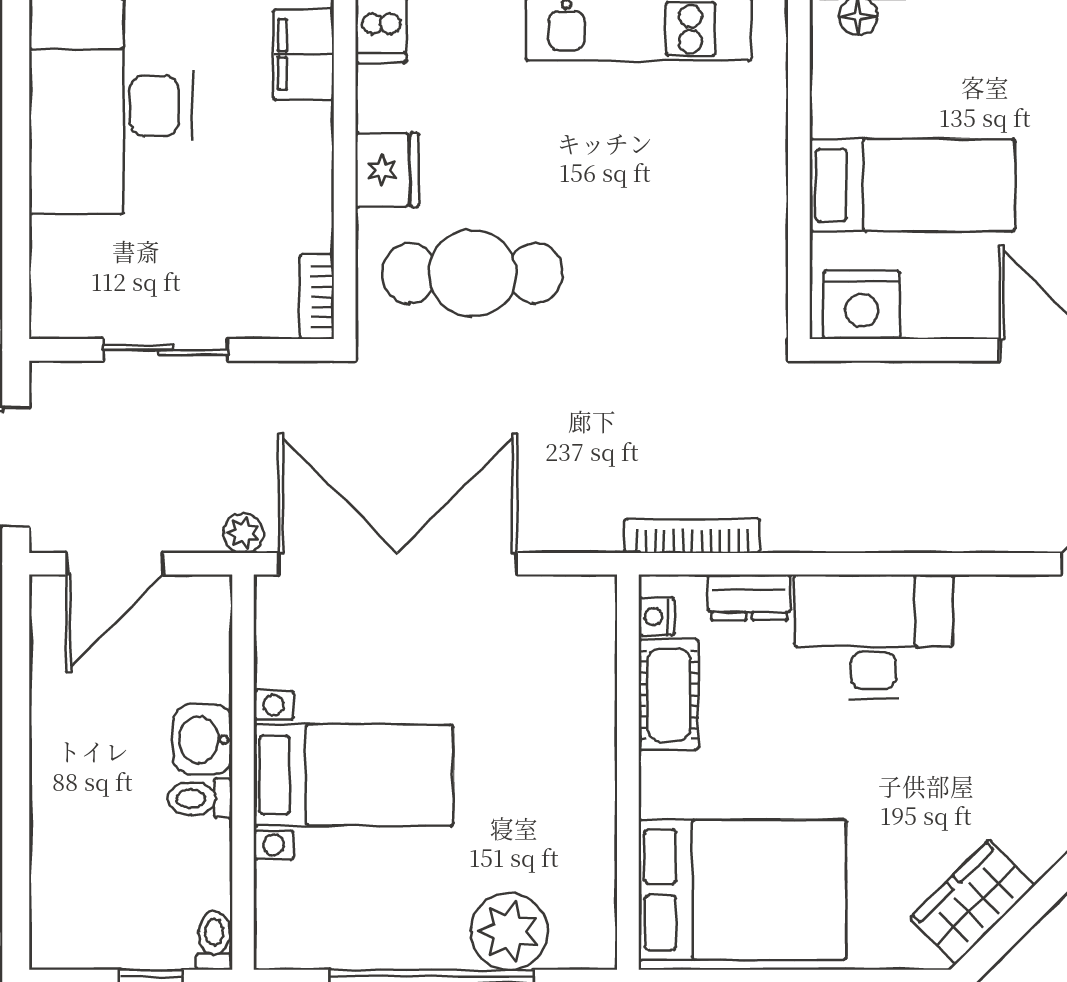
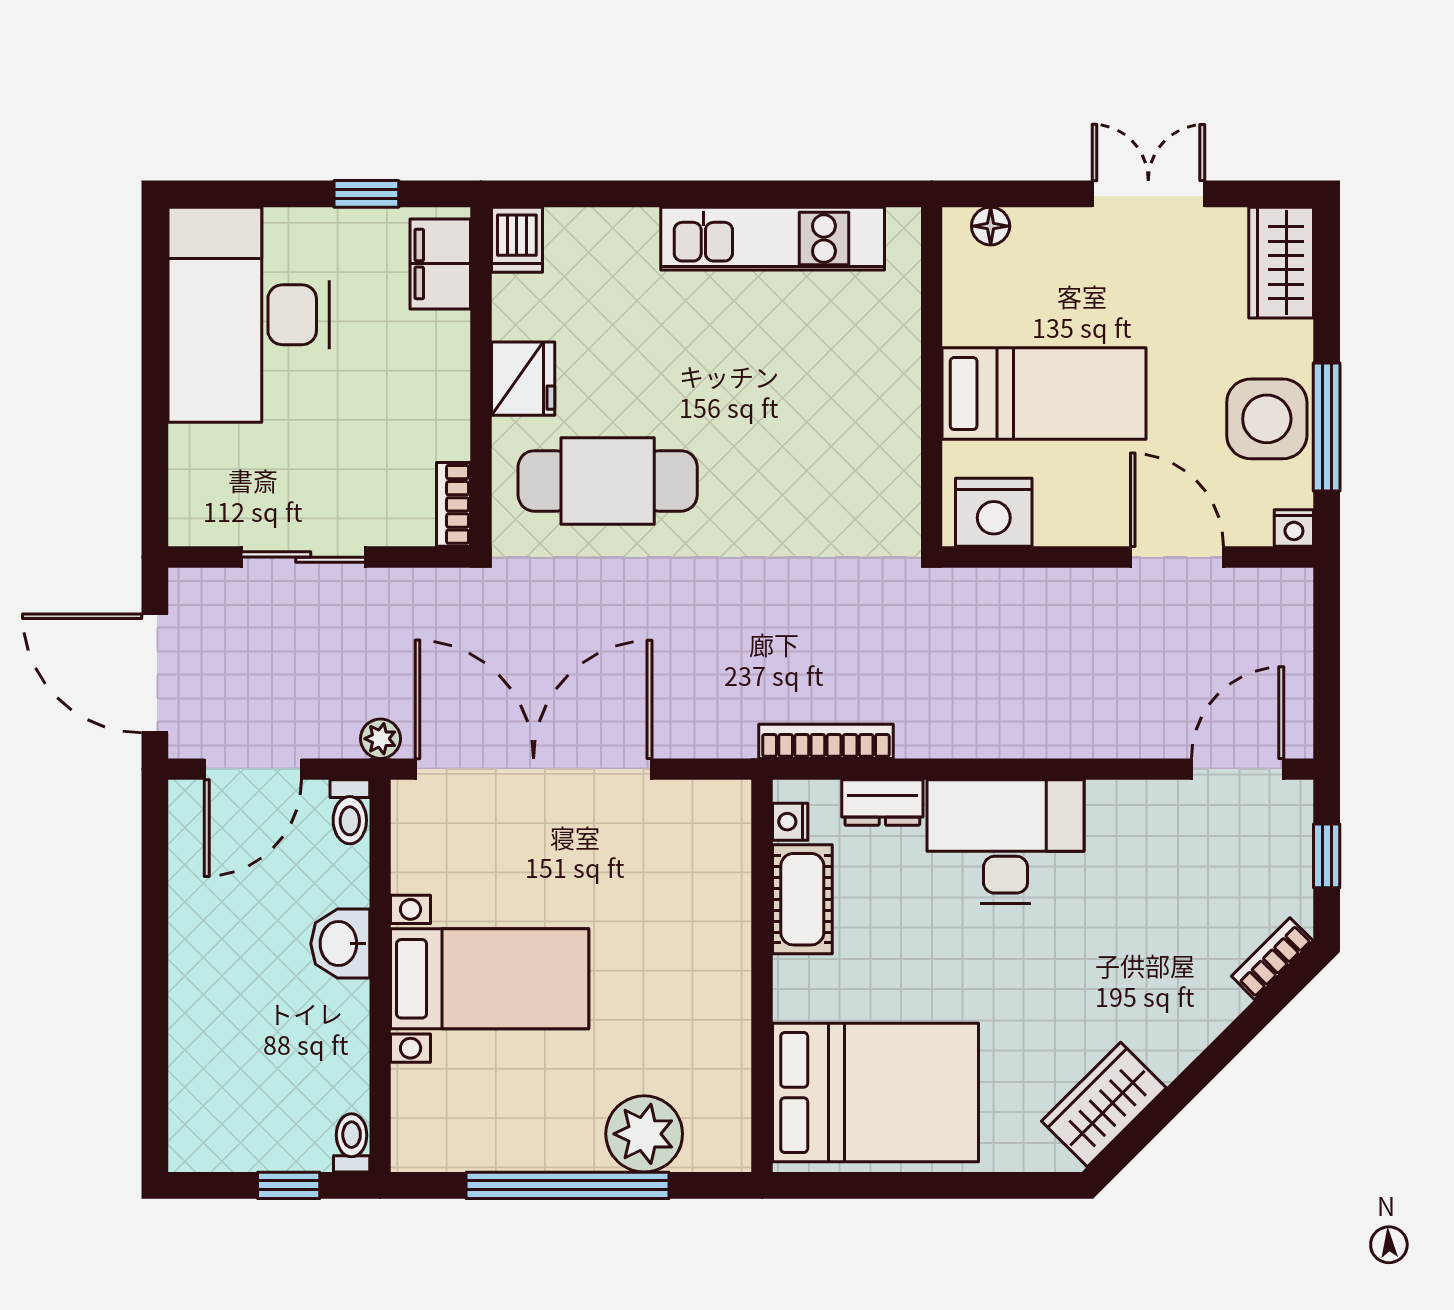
toilet: (200, 799) -> (350, 812), moved, turned -90

